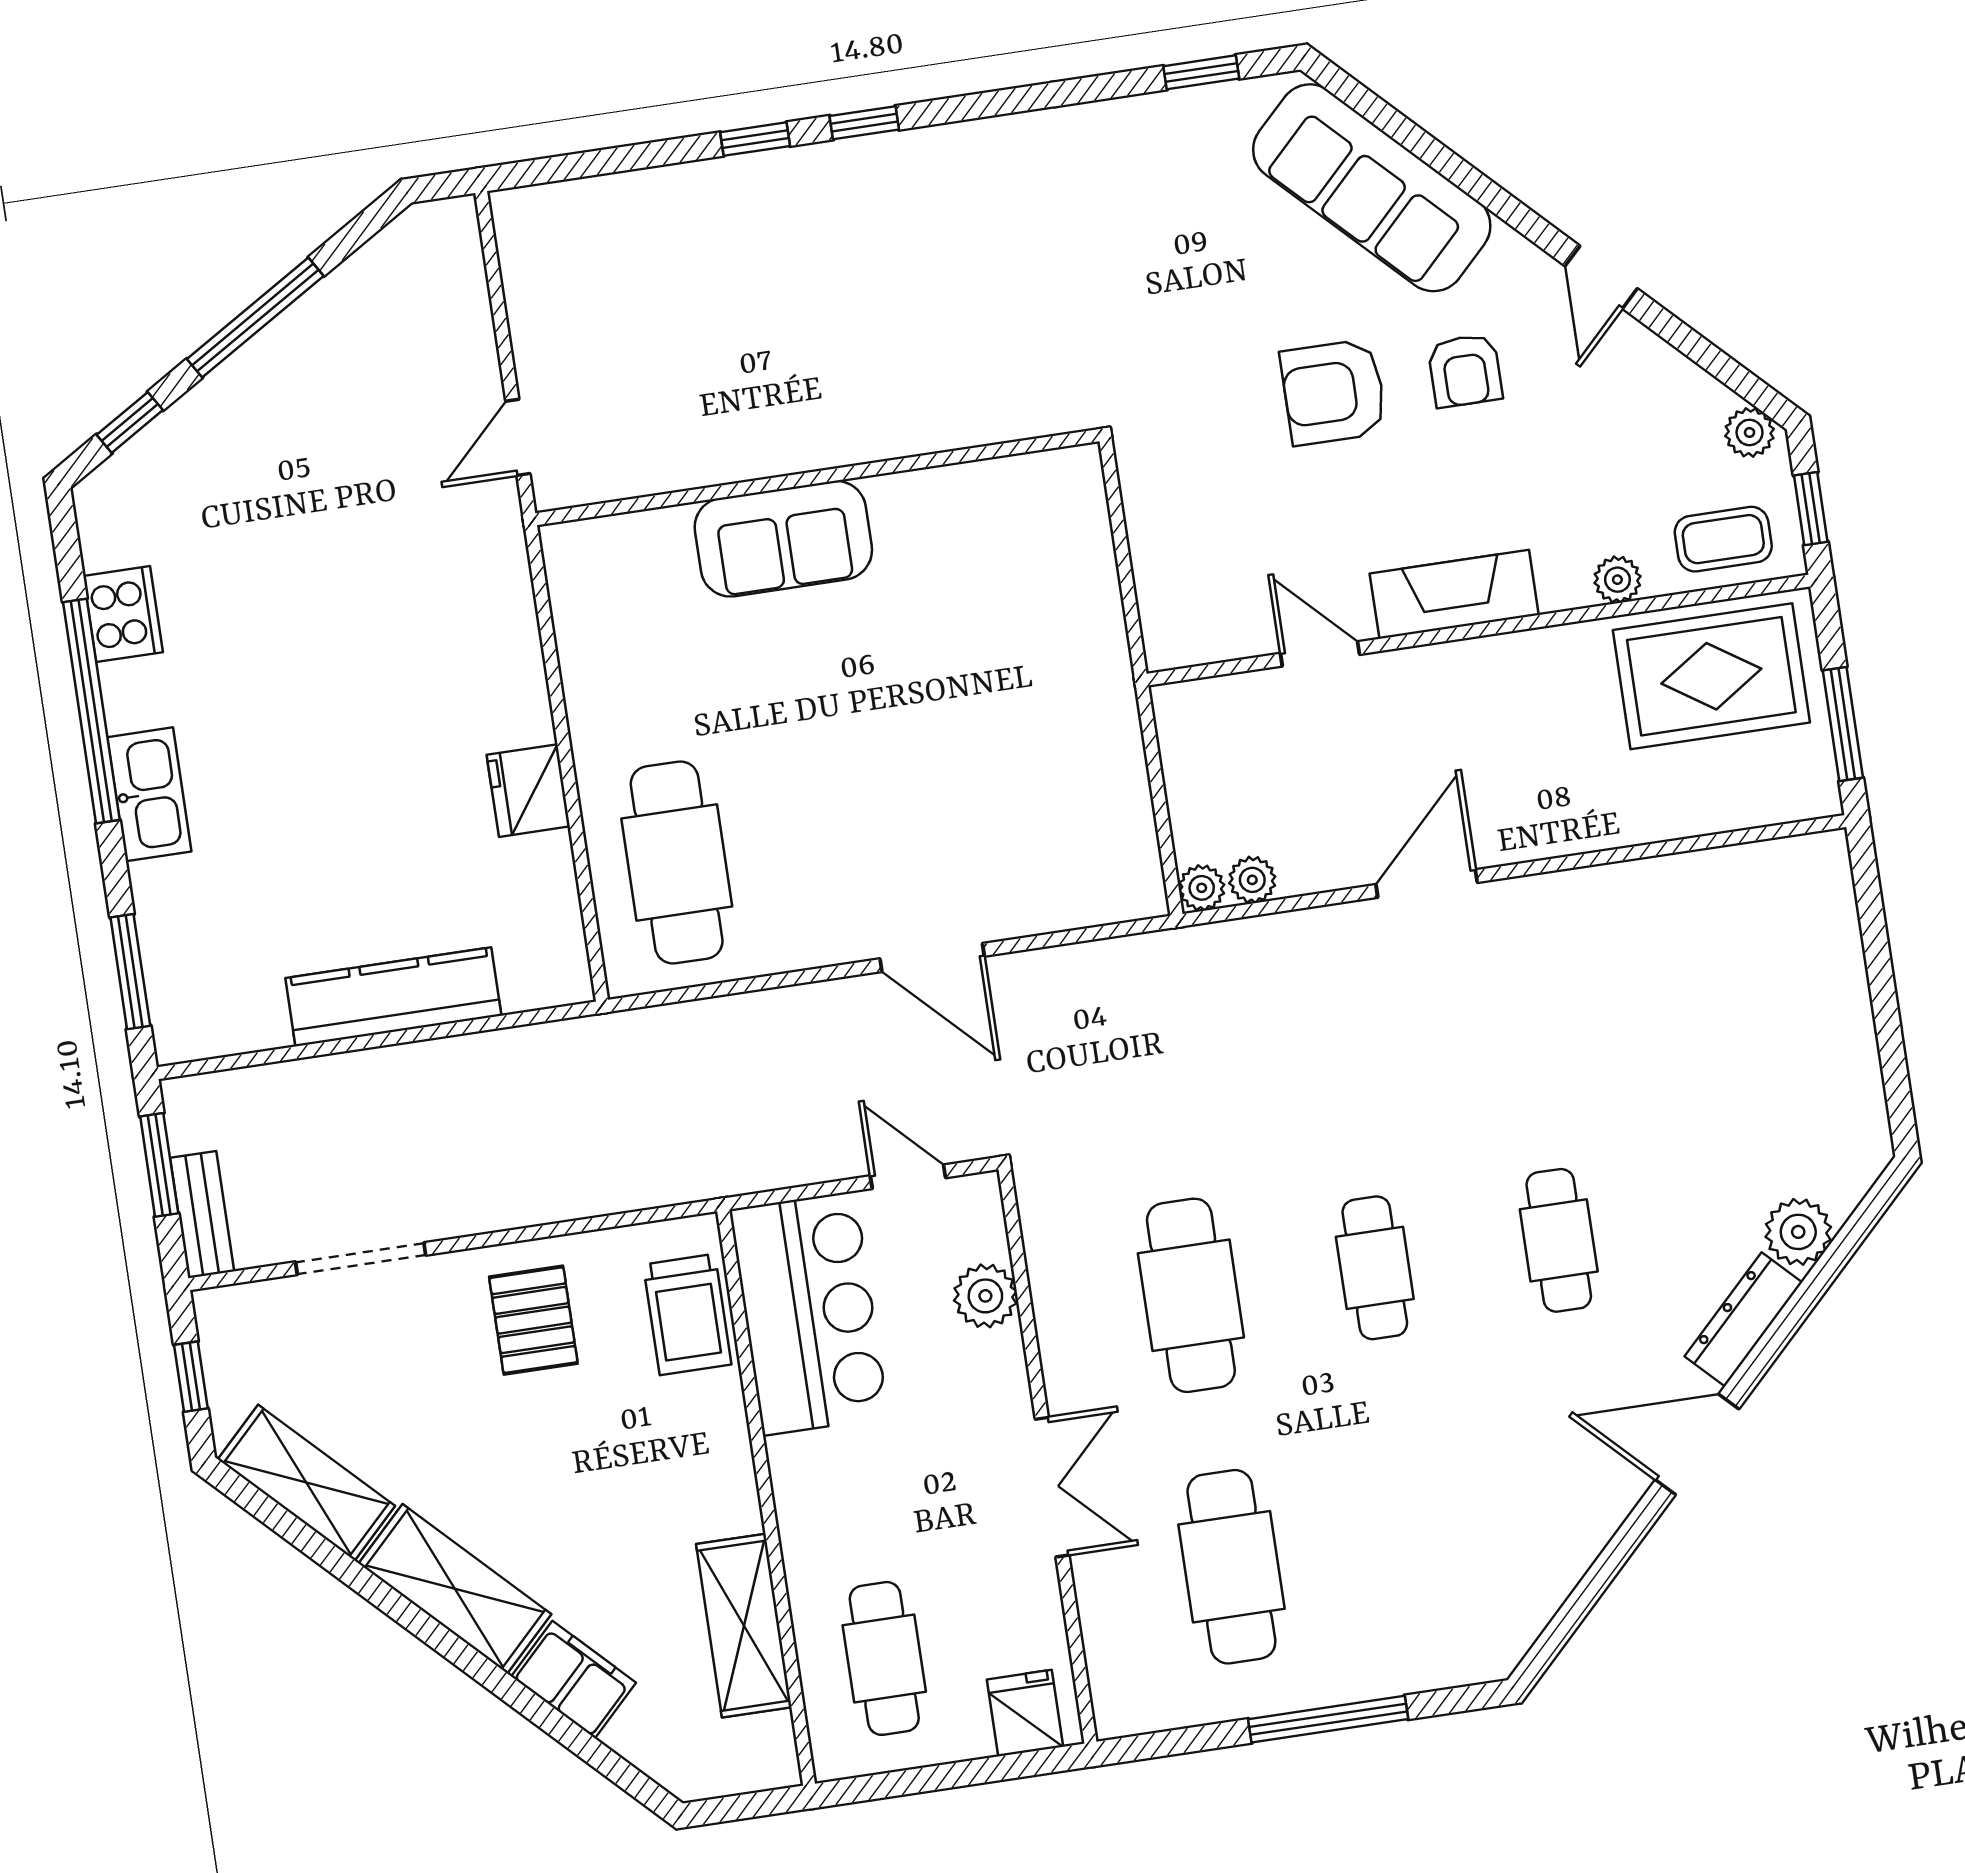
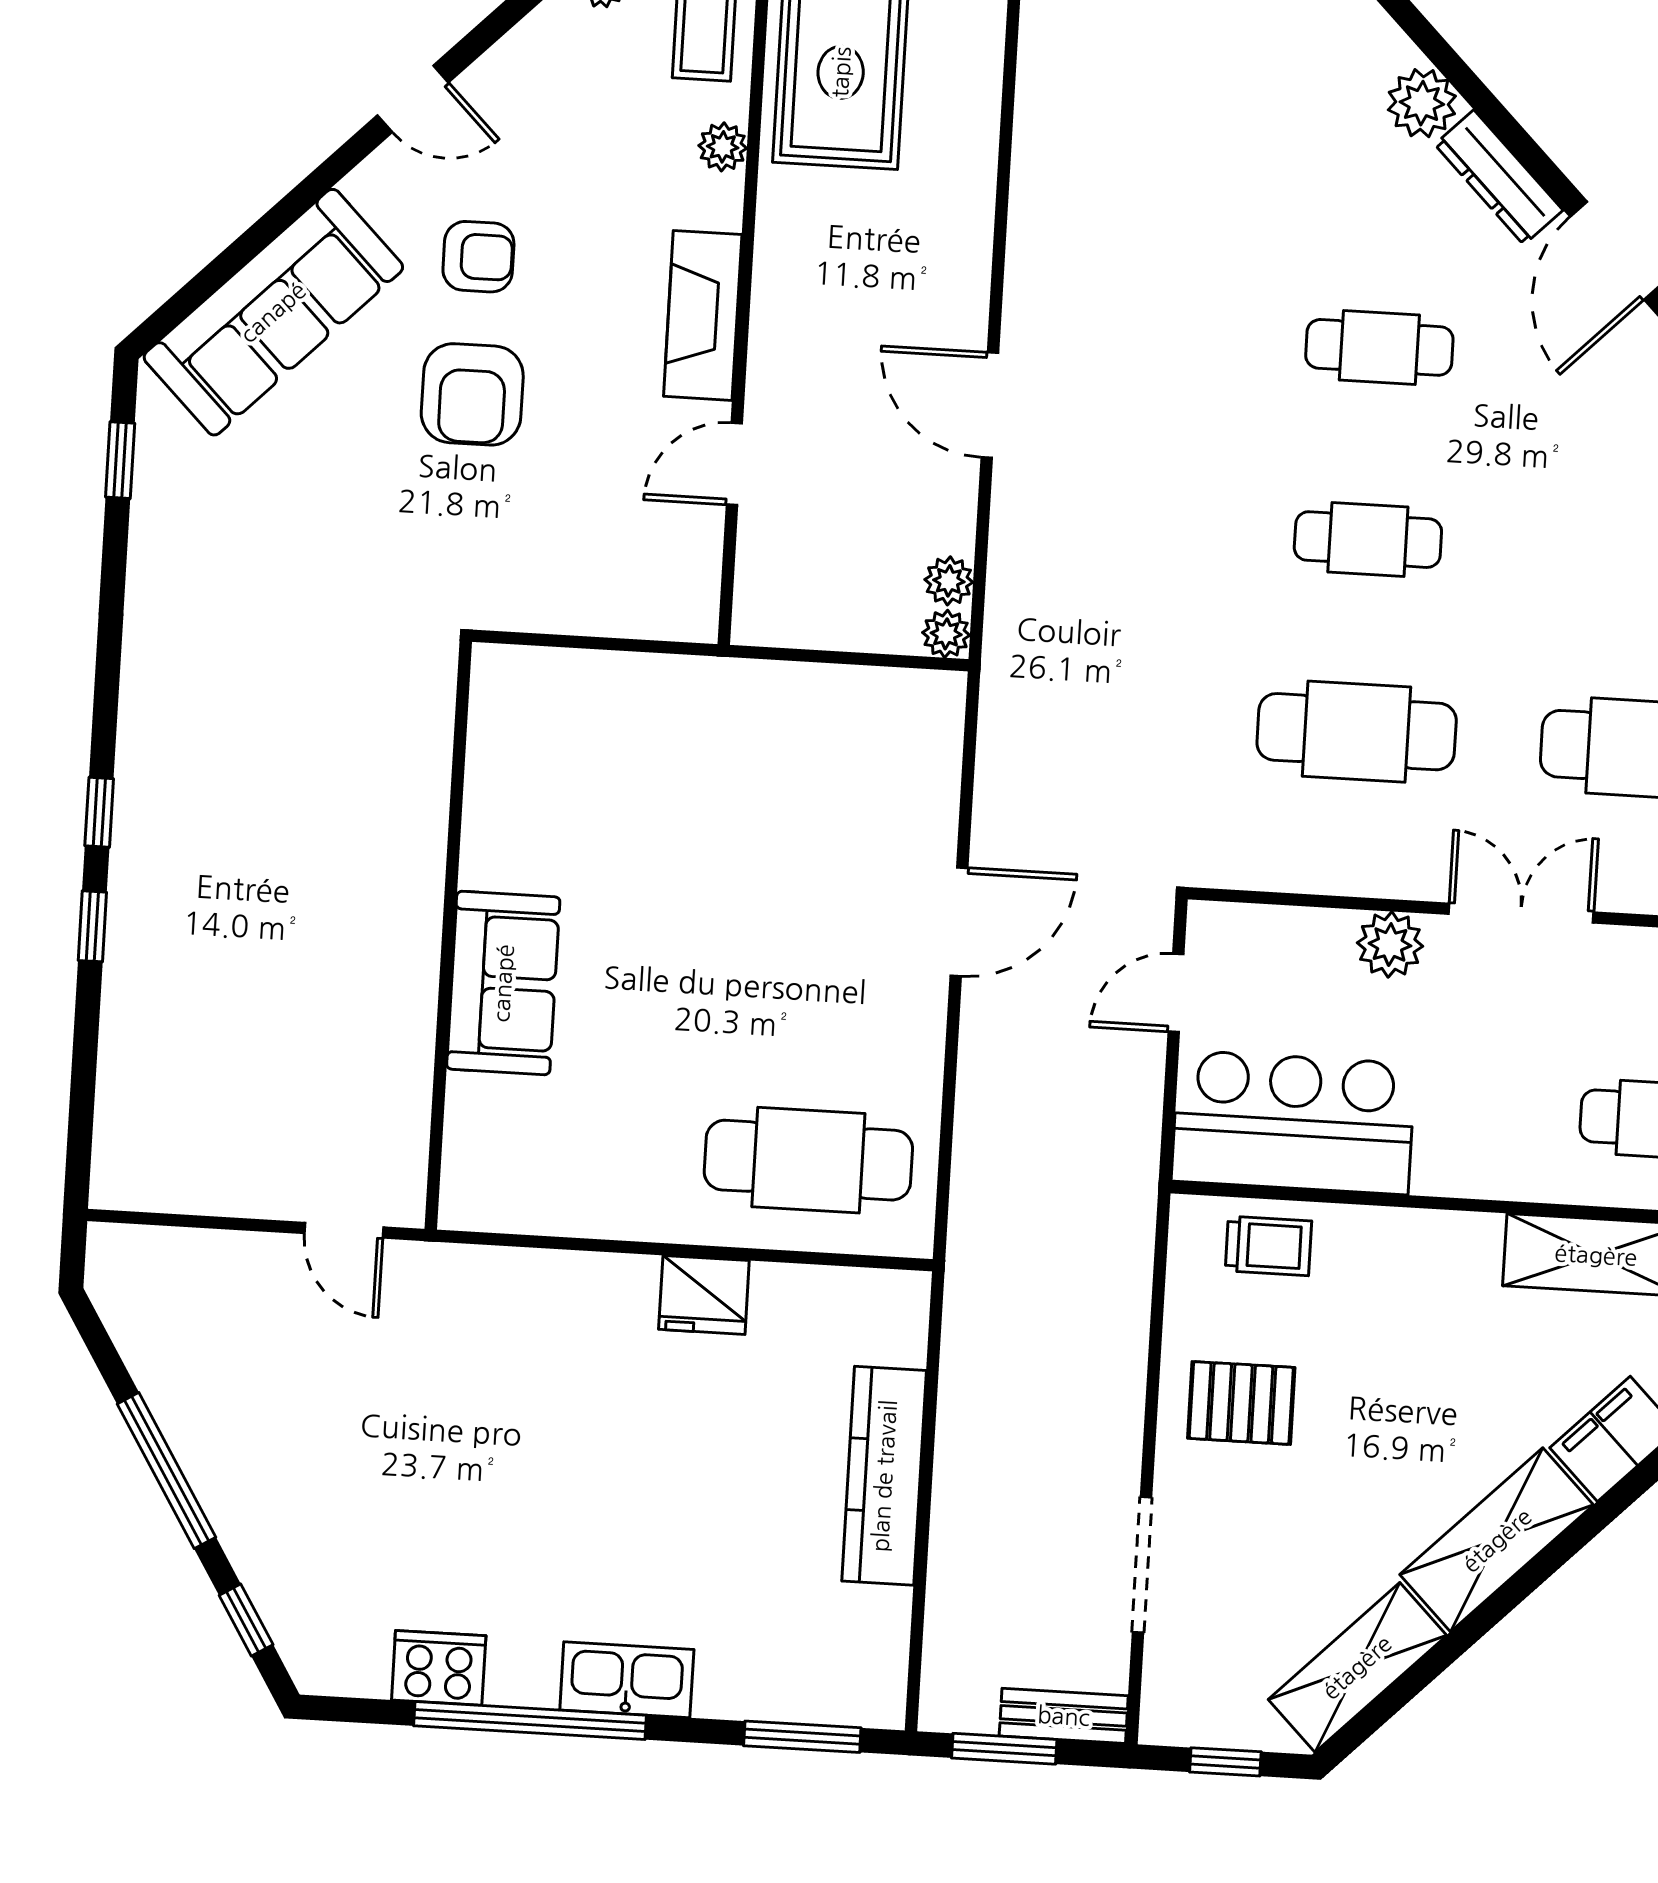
plant: (985, 1296) -> (1390, 945), moved
trolley: (687, 1314) -> (1268, 1246), width x0.73, depth x0.72

